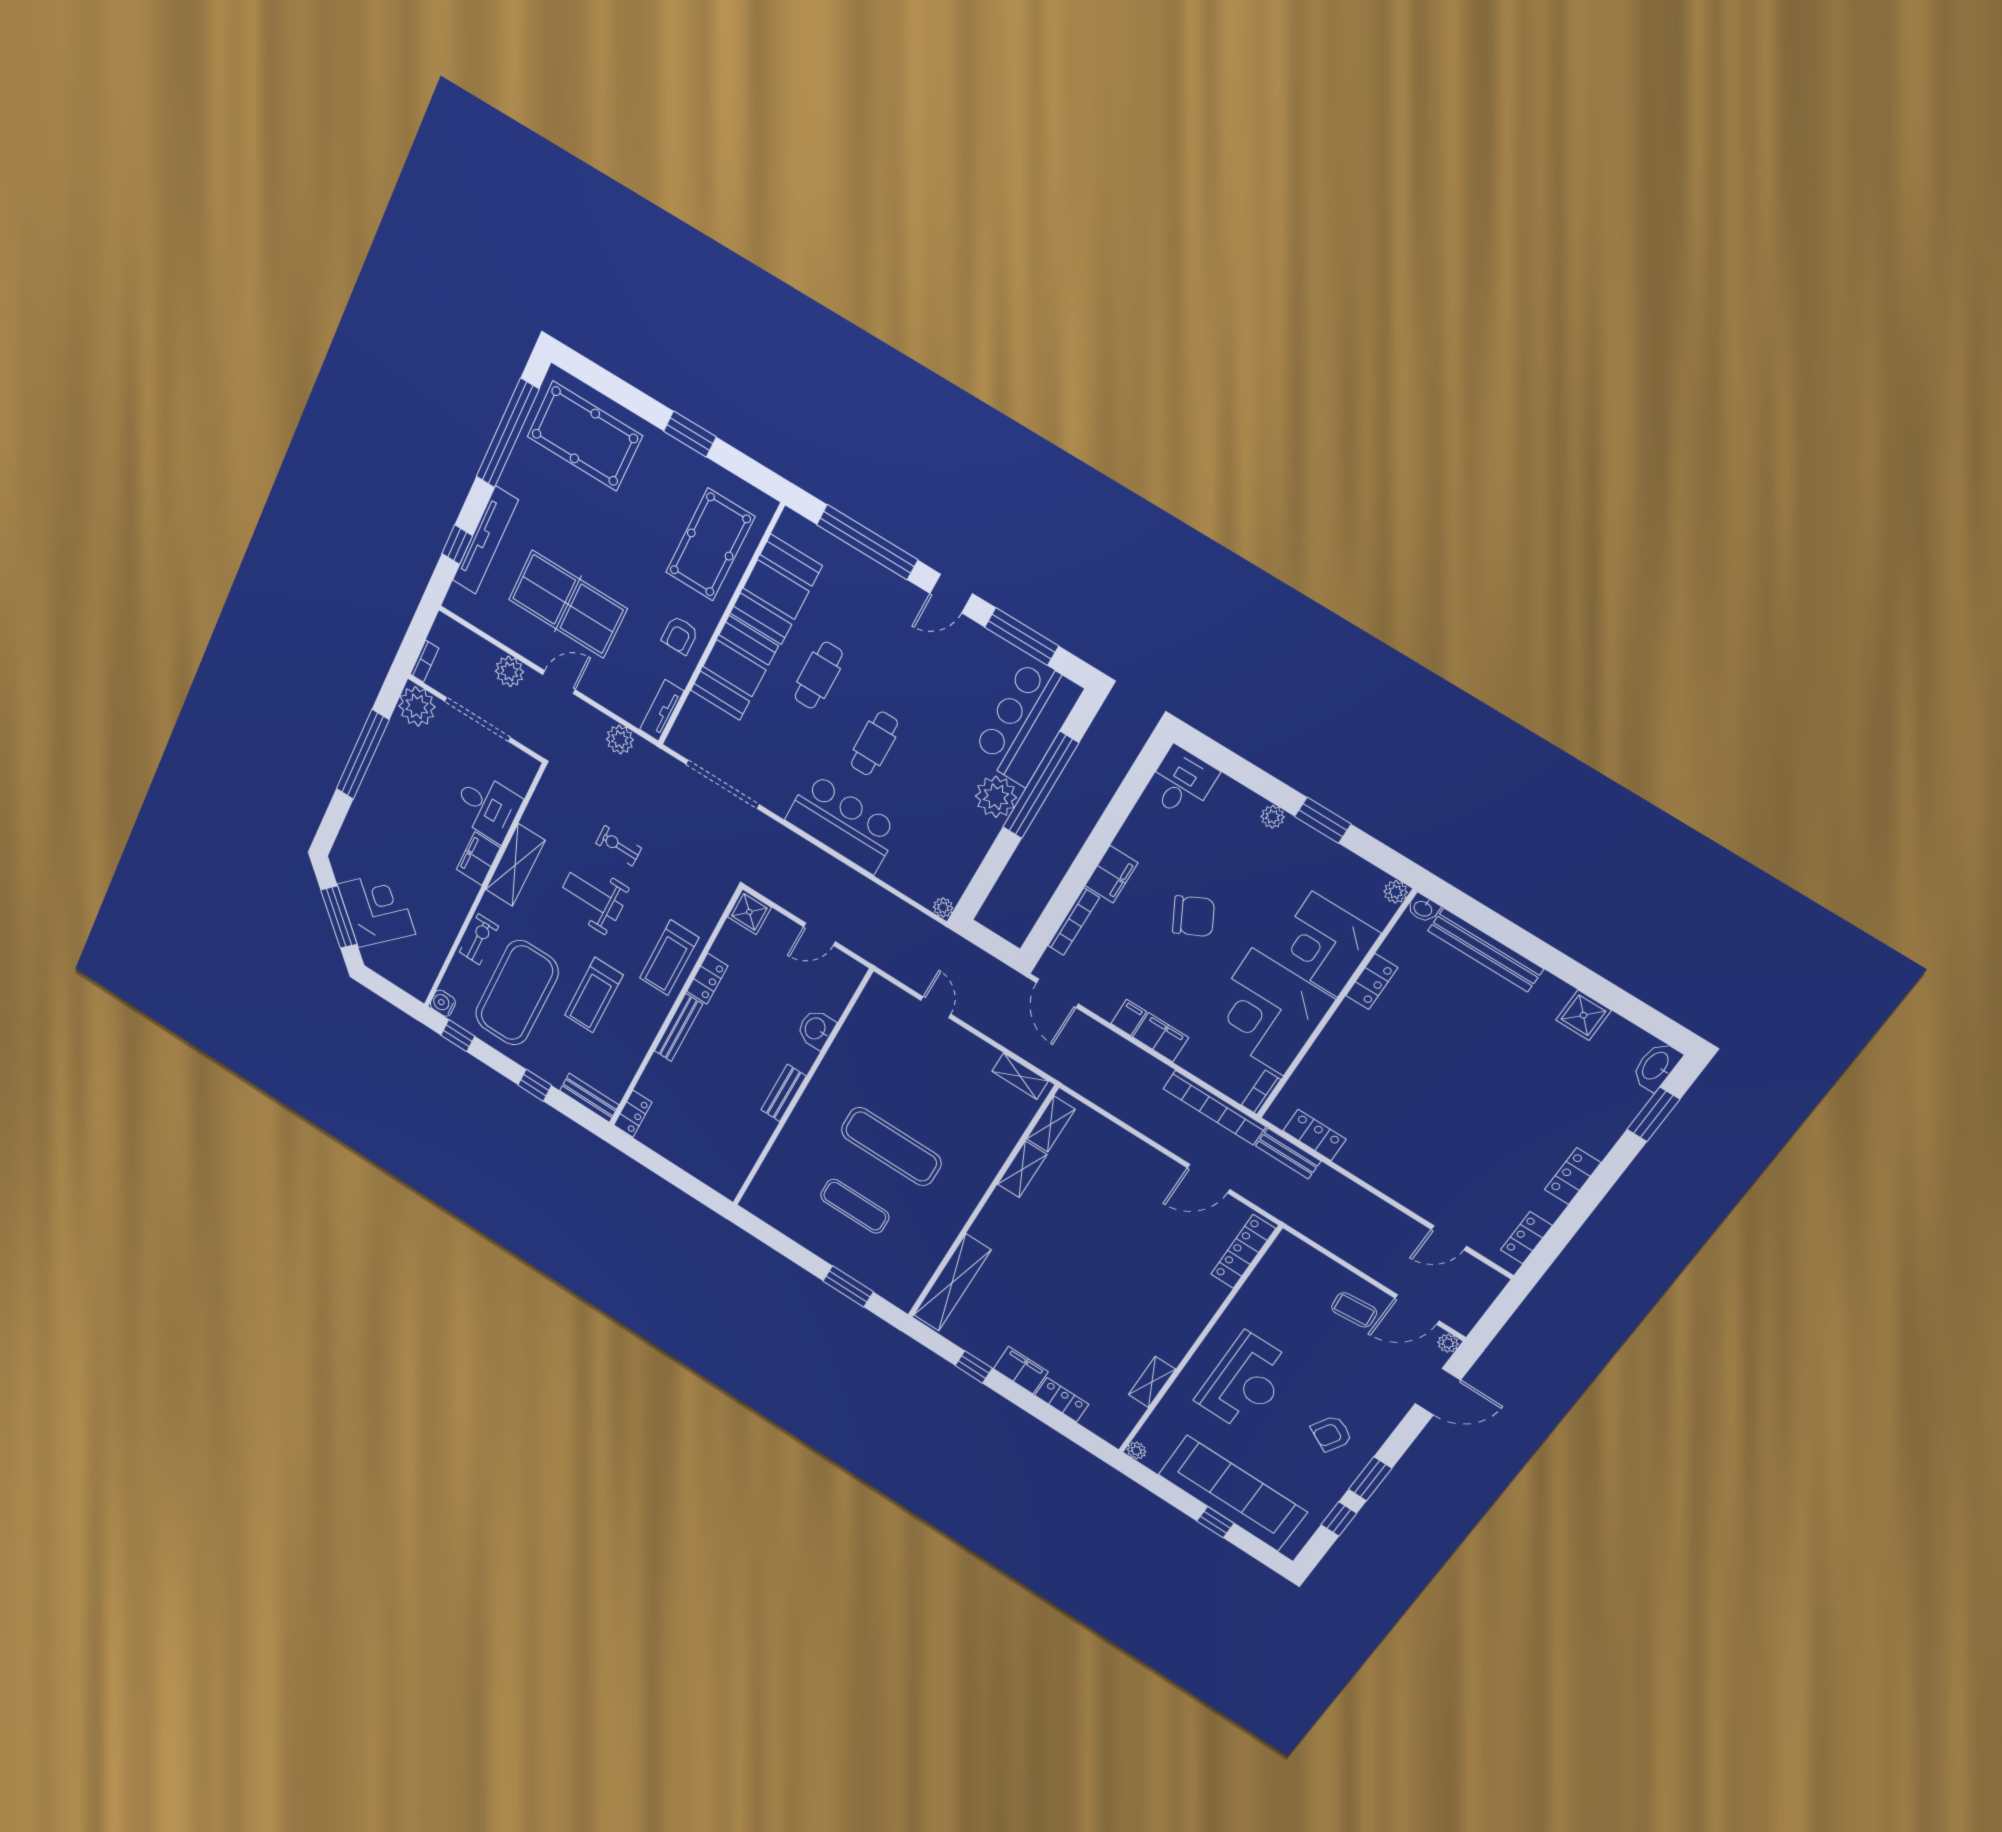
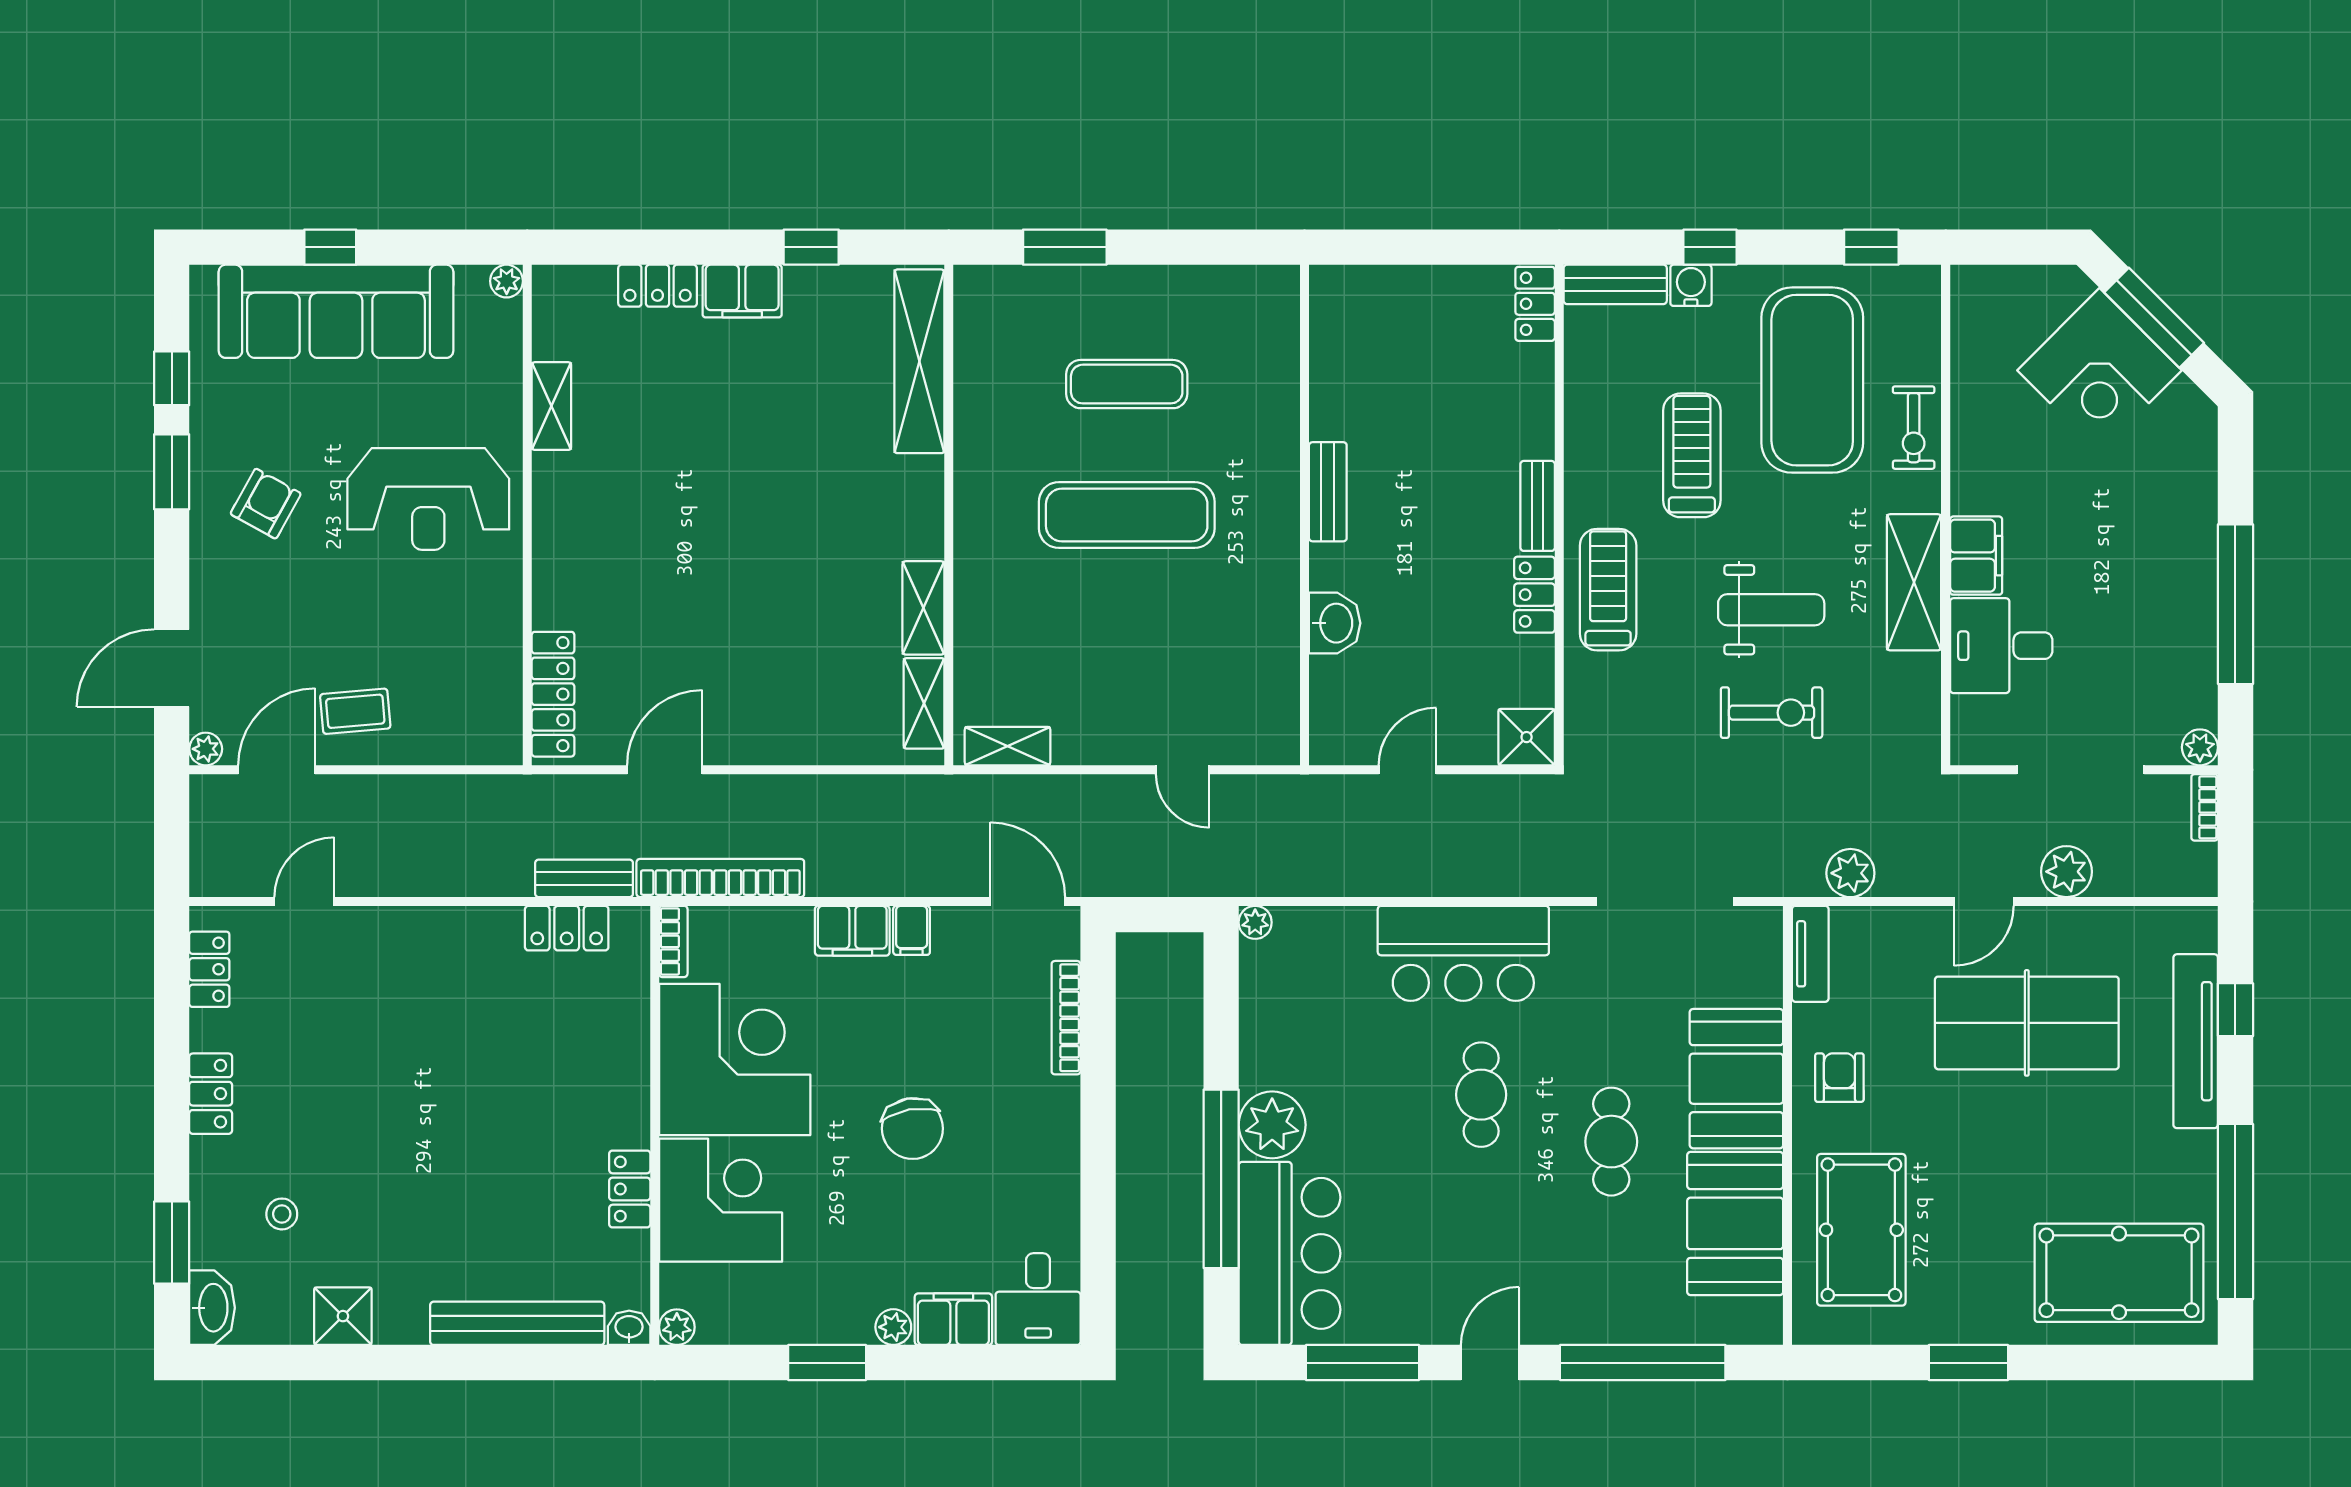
plant: (417, 706) -> (2200, 747), width x0.53, depth x0.53
exercise bike: (619, 846) -> (1772, 713), width x1.38, depth x1.39
filing cabinet: (1111, 874) -> (953, 1319), moved, turned 90
chair: (1193, 916) -> (912, 1129), turned -73
water cooler: (443, 1003) -> (1691, 285), moved, turned -90
bench: (678, 1028) -> (1538, 506), width x0.73
stool: (1579, 1090) -> (282, 1214), added
reception desk: (1245, 1382) -> (428, 499), turned -90

